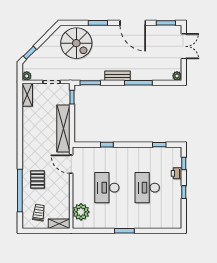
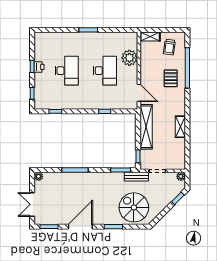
door: (133, 23) -> (80, 227), hinge flipped
bench: (117, 76) -> (136, 177), moved
shelving: (27, 95) -> (180, 127), moved
printer: (176, 173) -> (39, 67), moved
plant: (81, 212) -> (129, 58), moved

